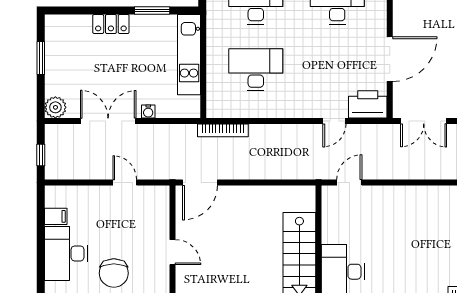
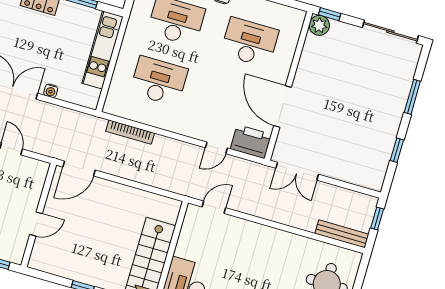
door: (390, 59) -> (283, 106), swing flipped
bookcase: (223, 130) -> (130, 132), moved
door: (172, 252) -> (36, 224), hinge flipped

